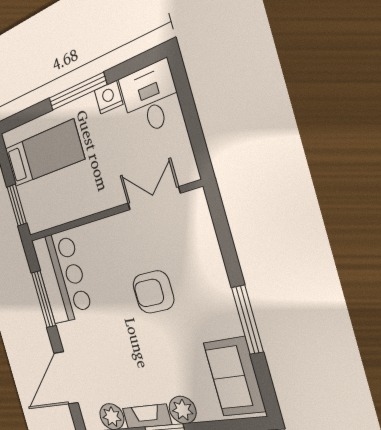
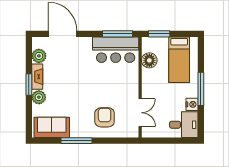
floor lamp: (60, 210) -> (149, 60), added
armchair: (153, 292) -> (105, 117), moved
window: (44, 299) -> (117, 34), moved

